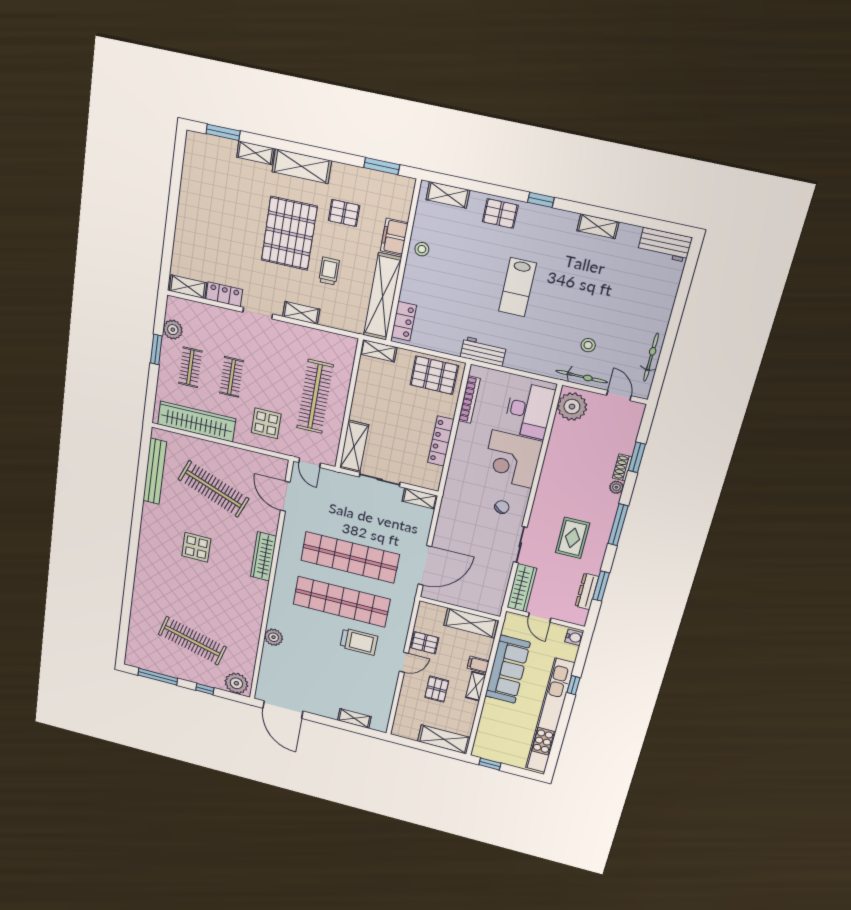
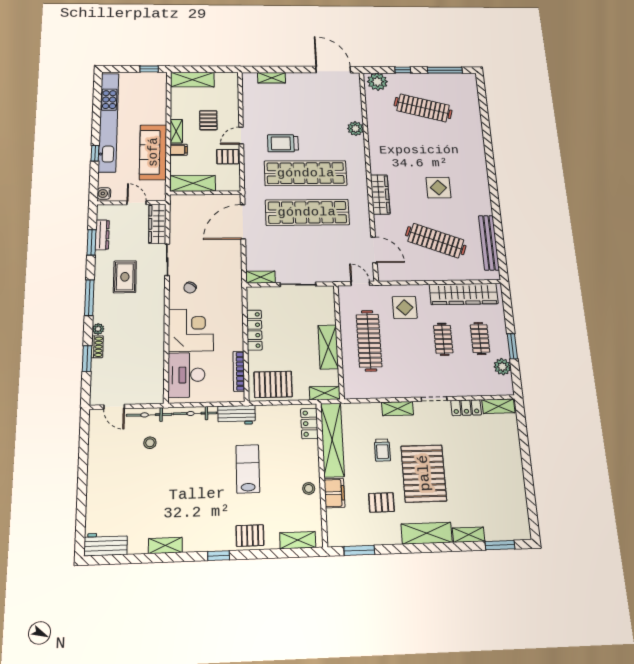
lab bench: (517, 287) -> (248, 469), moved
bicycle: (651, 357) -> (195, 413), moved, turned 90
plant: (572, 407) -> (151, 387), removed
shelving: (354, 446) -> (328, 347), moved

